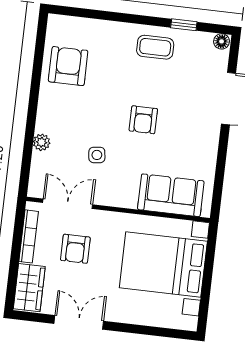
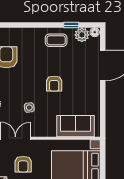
plant: (200, 43) -> (82, 35), added

